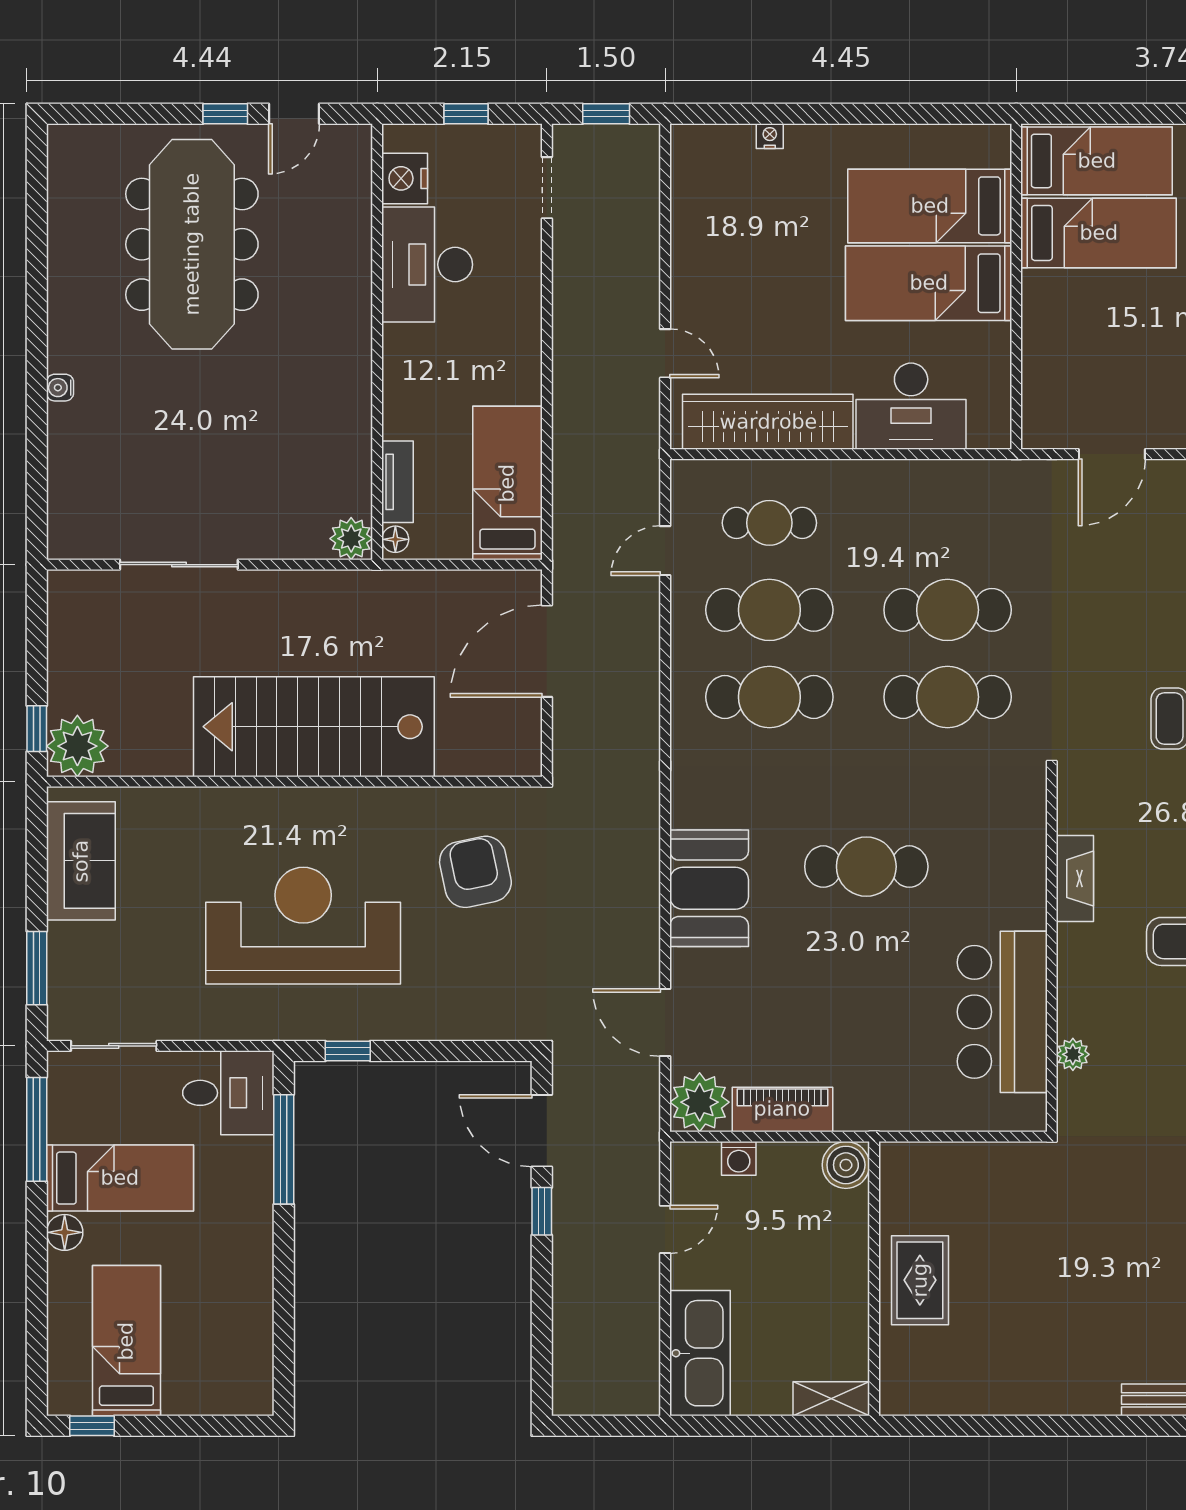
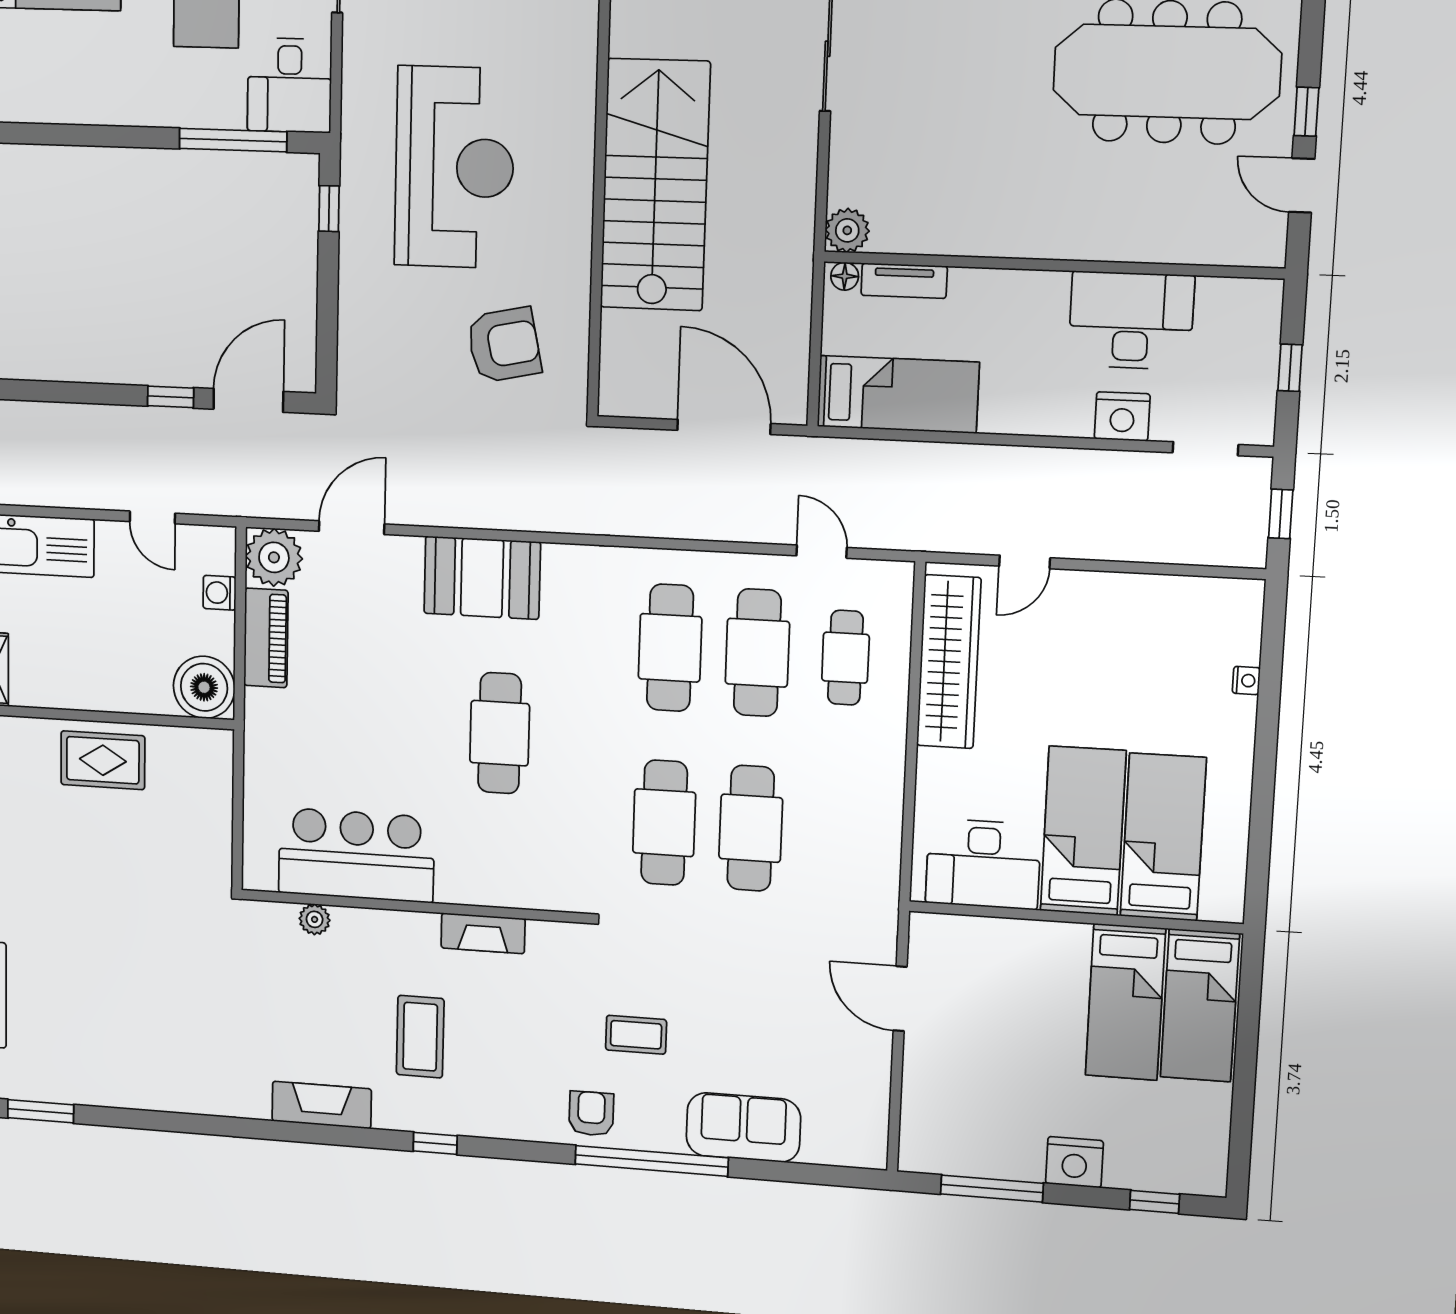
nightstand: (405, 178) -> (1122, 416), moved, turned 180
desk: (911, 406) -> (983, 864), moved, turned -90
boiler: (846, 1165) -> (204, 687), width x1.37, depth x1.37

